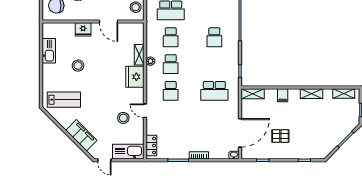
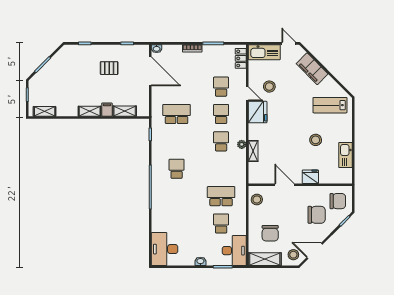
school desk: (171, 37) -> (221, 87), moved
fridge: (135, 77) -> (258, 112), moved
shelving: (253, 94) -> (125, 111), moved
shelving: (311, 94) -> (90, 111), moved
door: (240, 133) -> (150, 71), swing flipped

